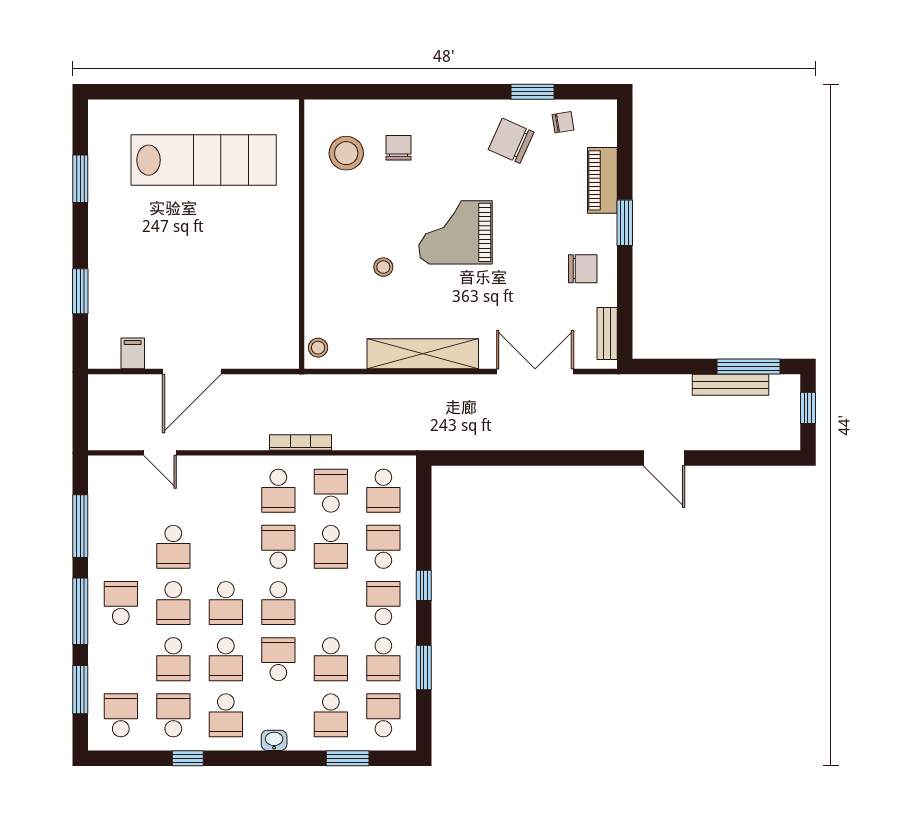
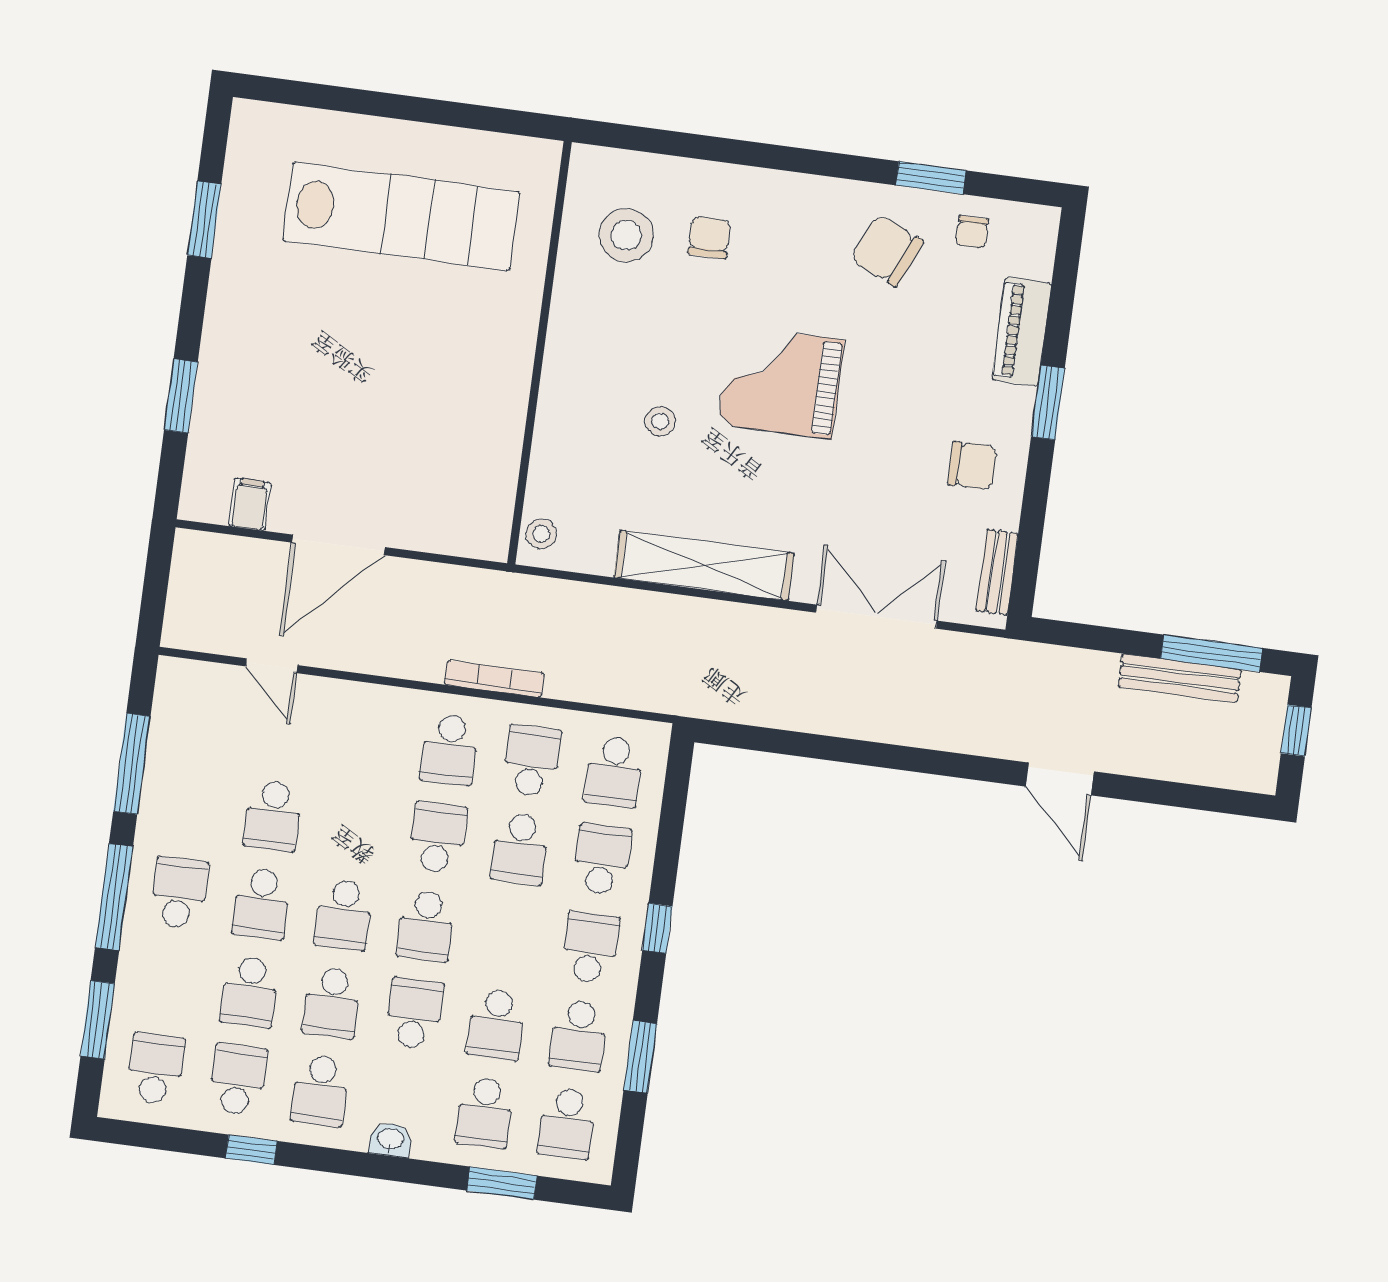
chair: (563, 122) -> (972, 232), turned 99
school desk: (383, 715) -> (567, 1123), turned 180

